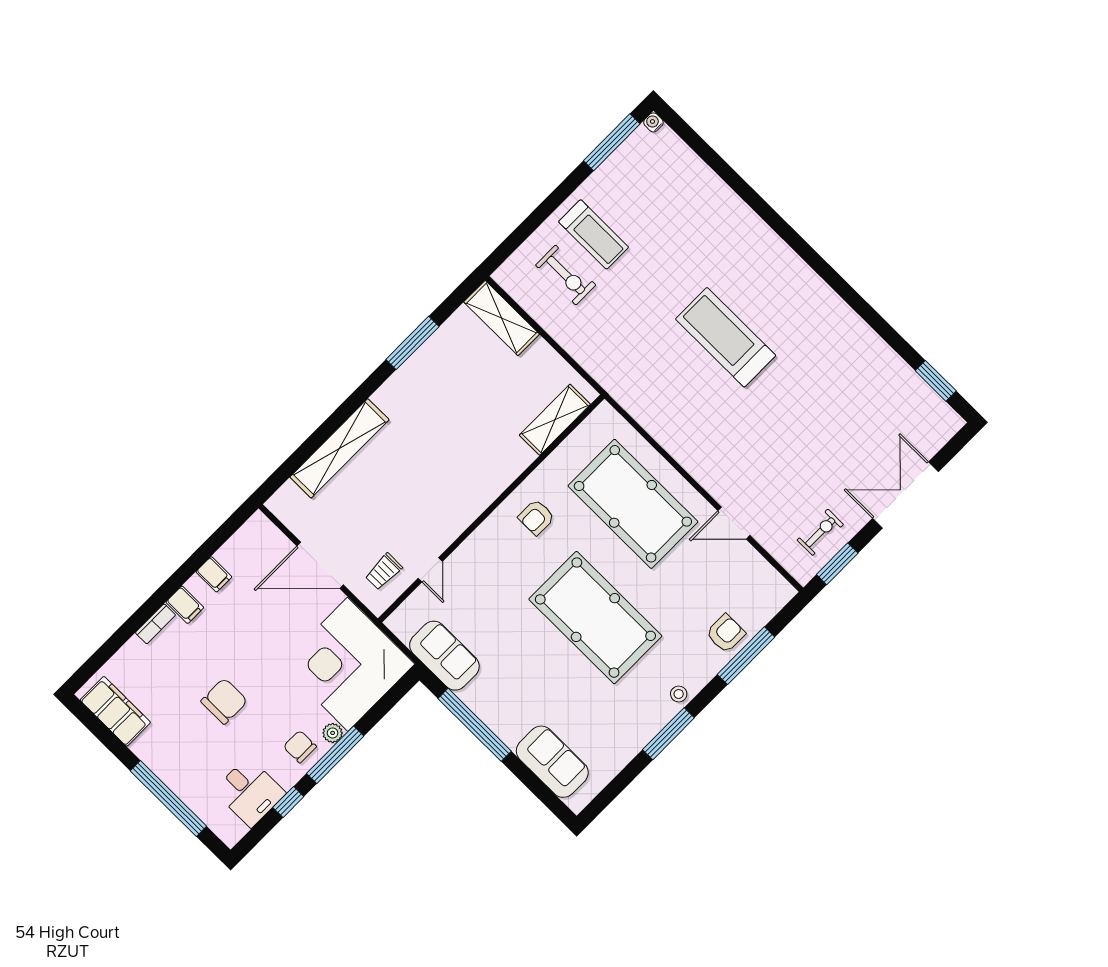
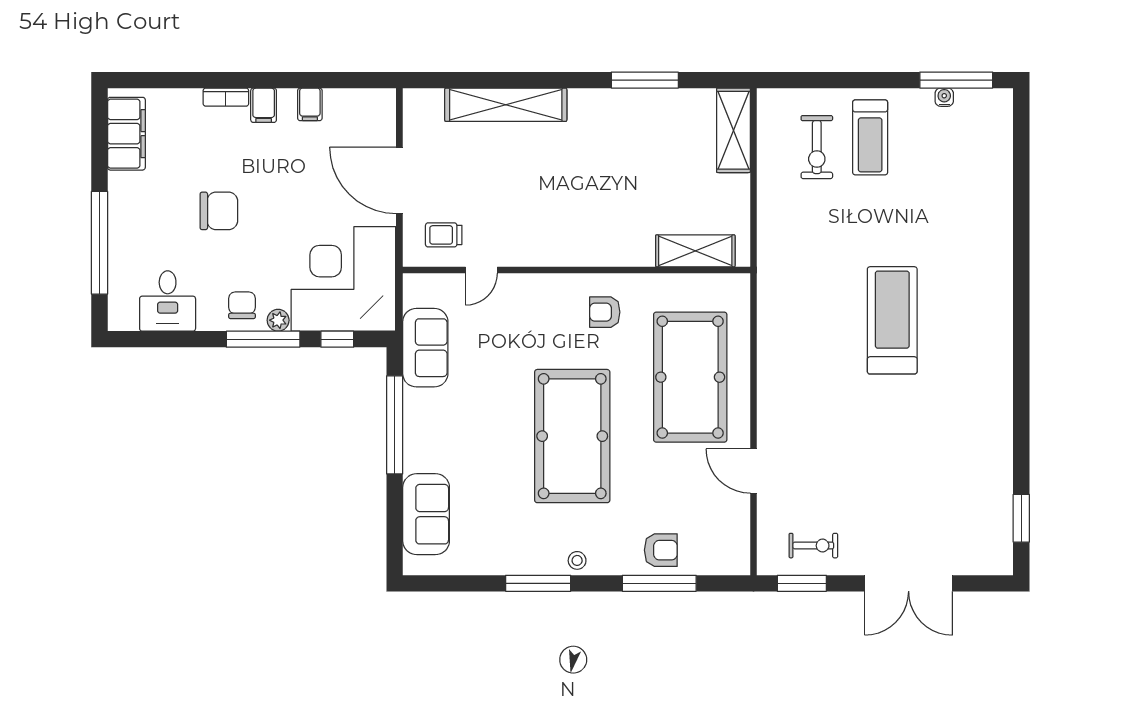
water cooler: (653, 122) -> (944, 97), moved
double door: (905, 495) -> (909, 583), swing flipped
window: (288, 802) -> (337, 339), moved

